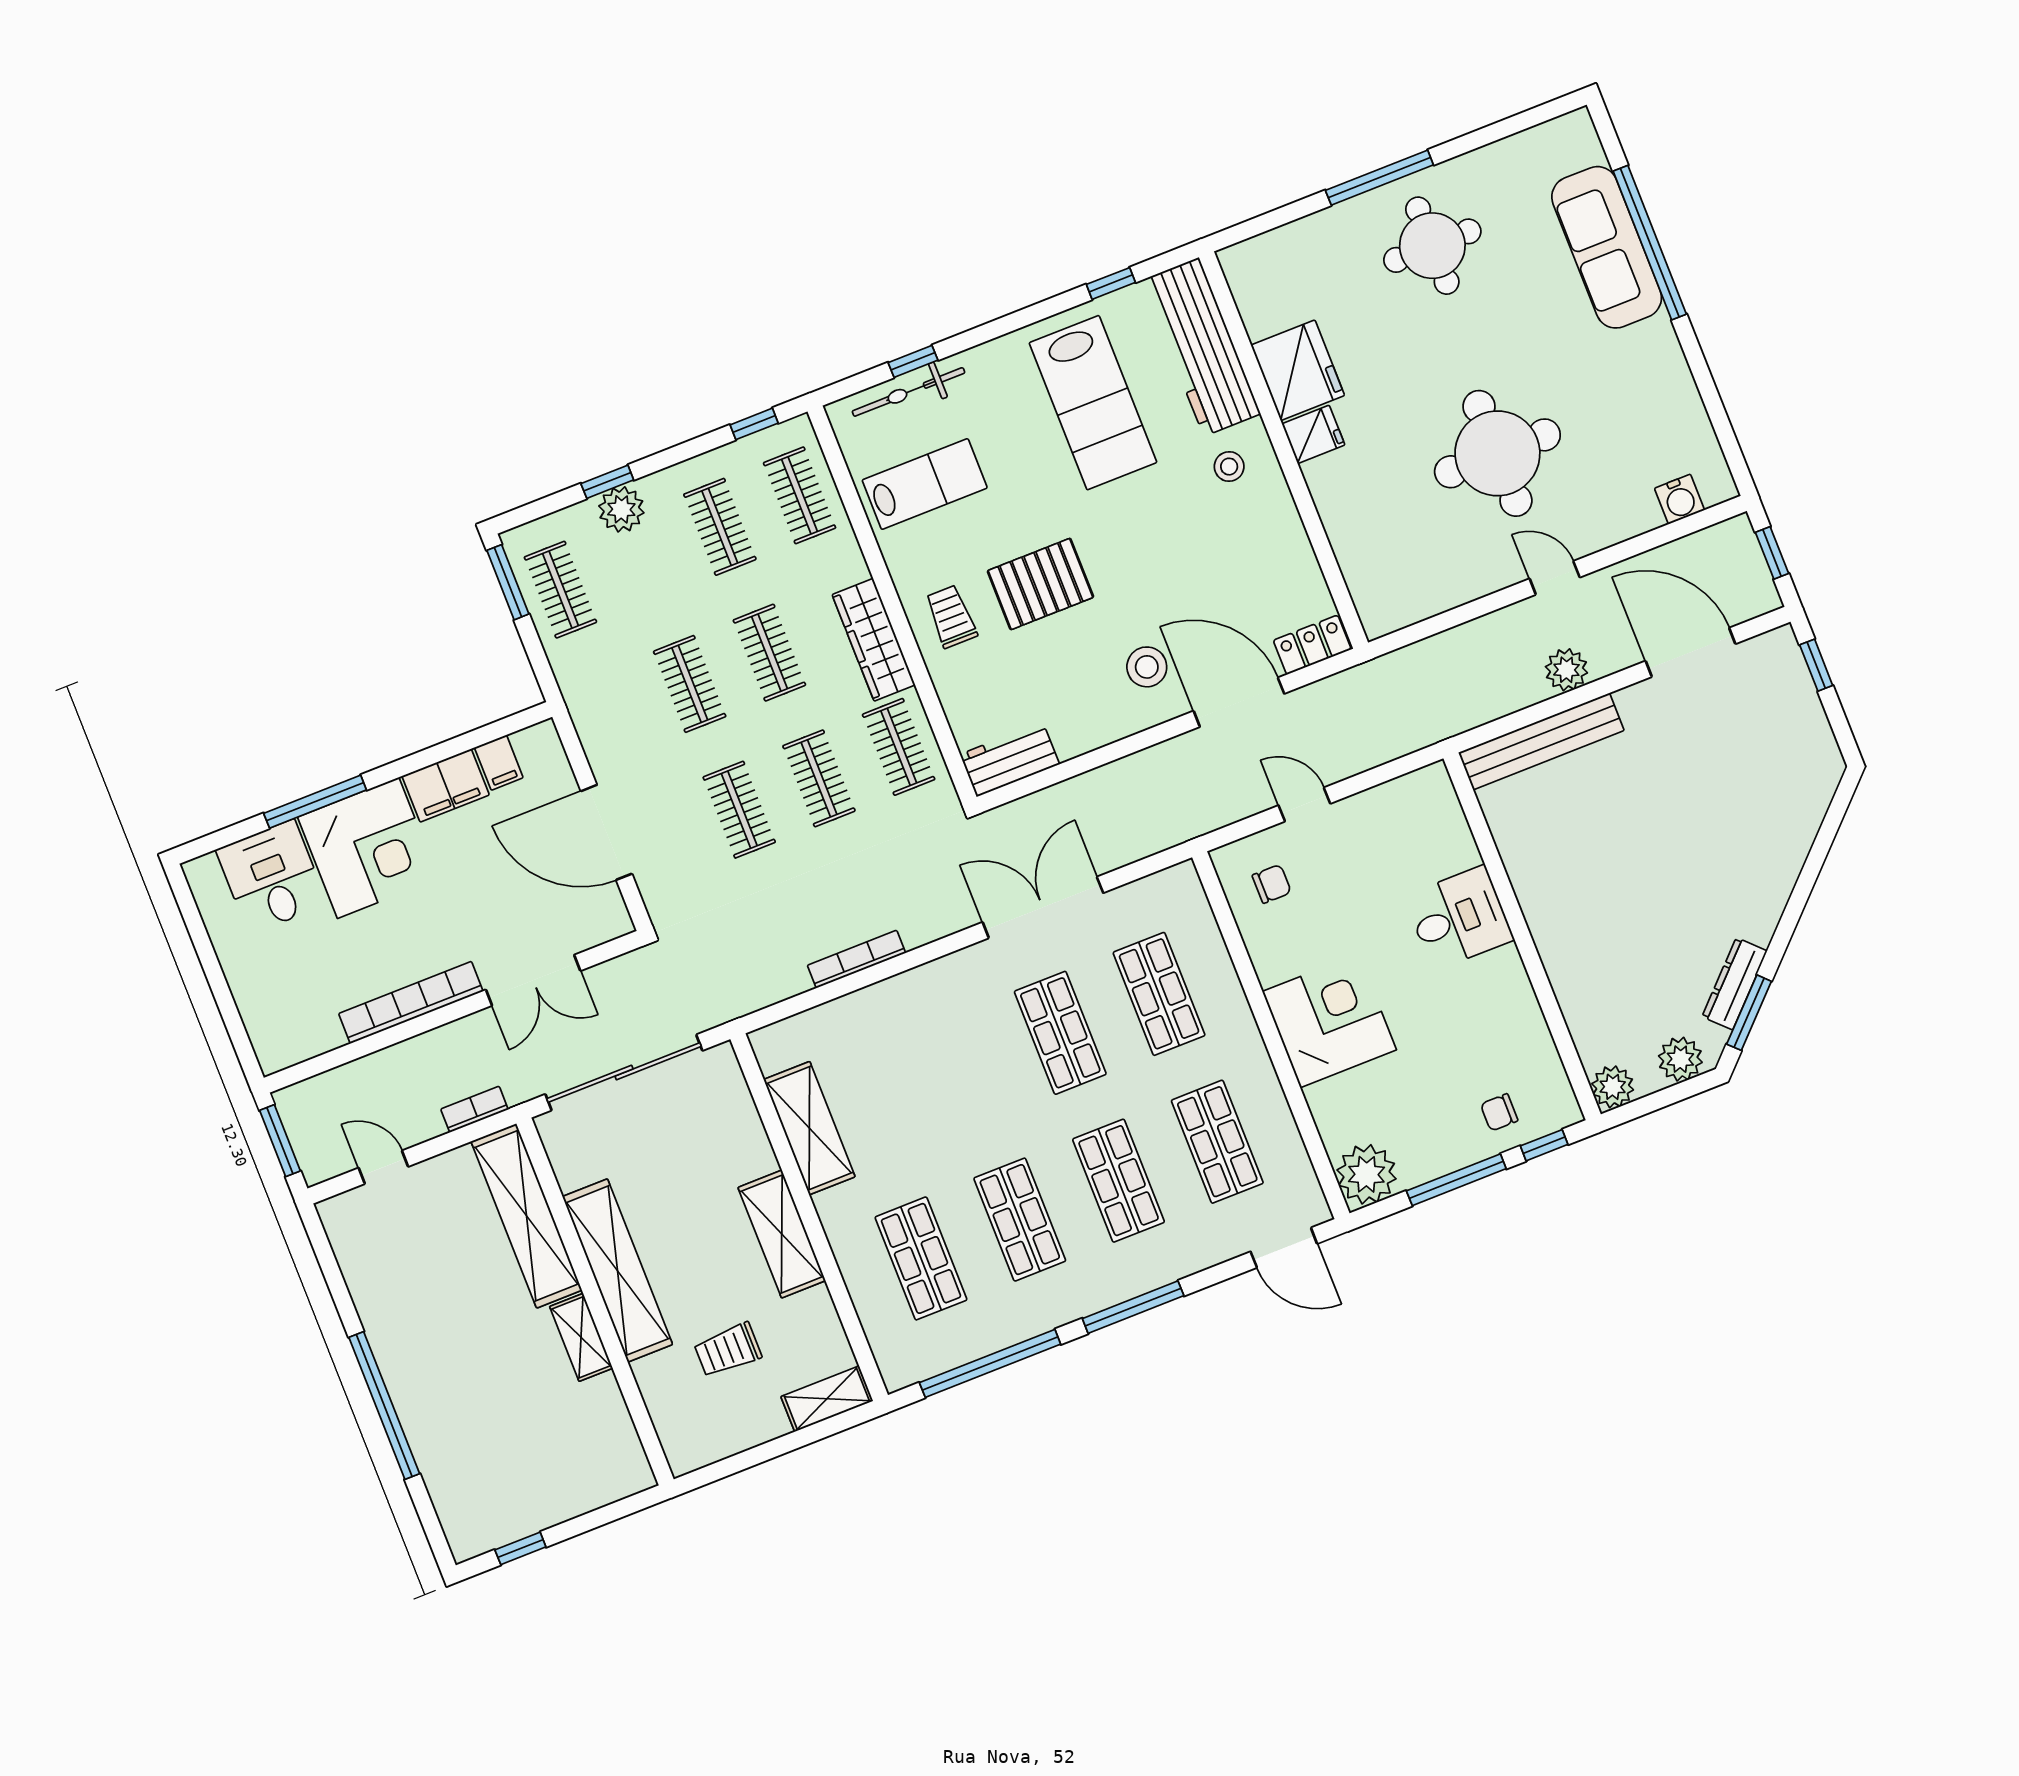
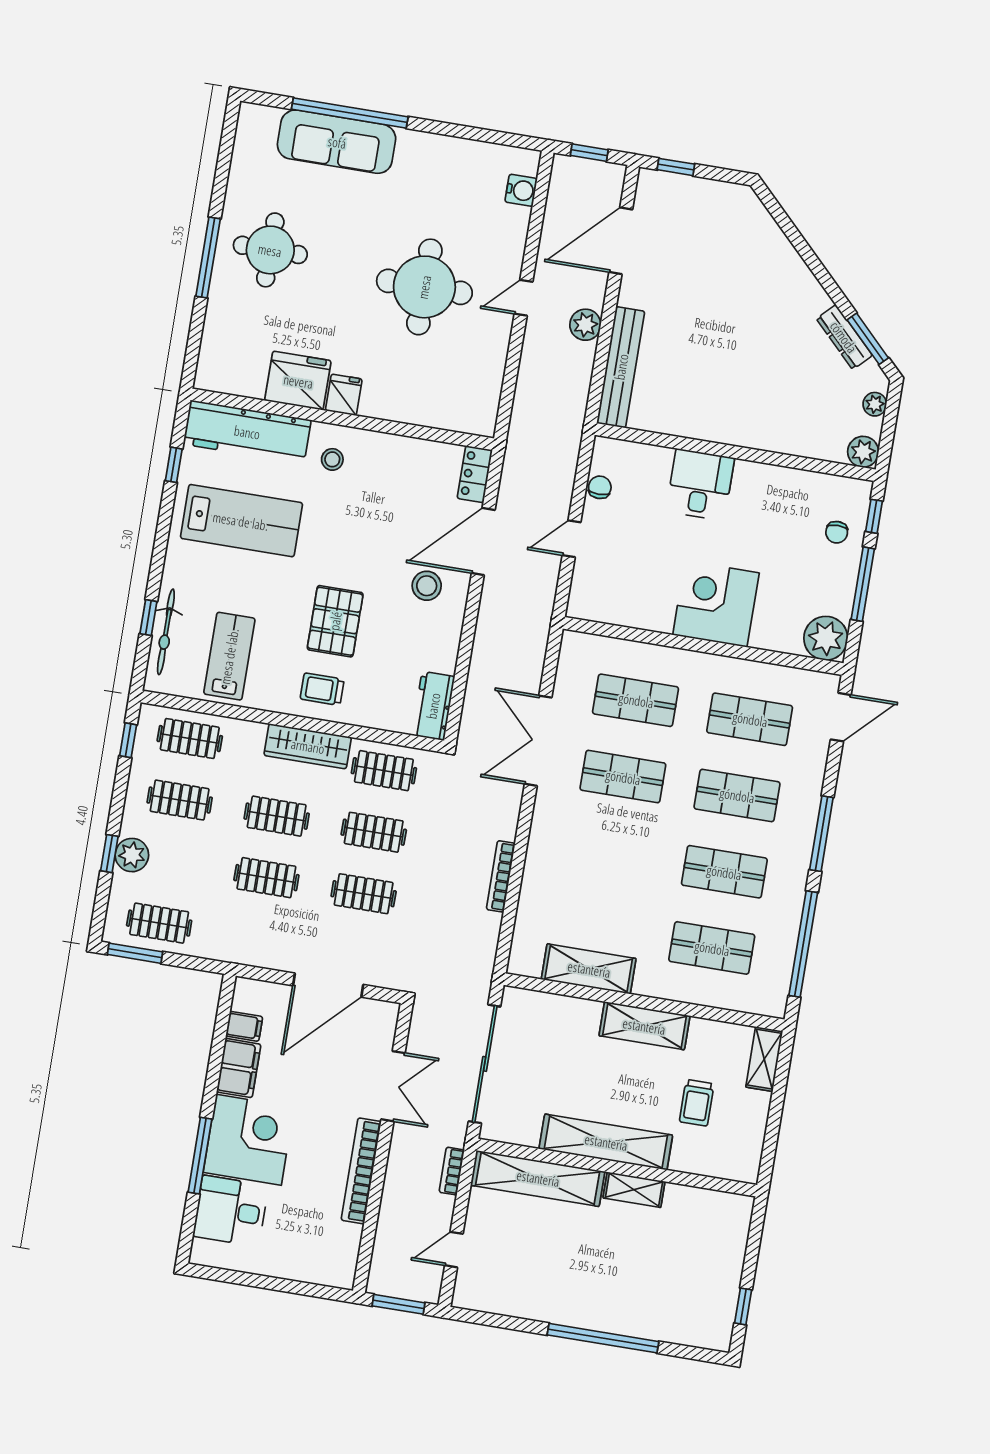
chair: (1272, 884) -> (600, 487), moved
plant: (1680, 1059) -> (875, 404), width x0.73, depth x0.73

